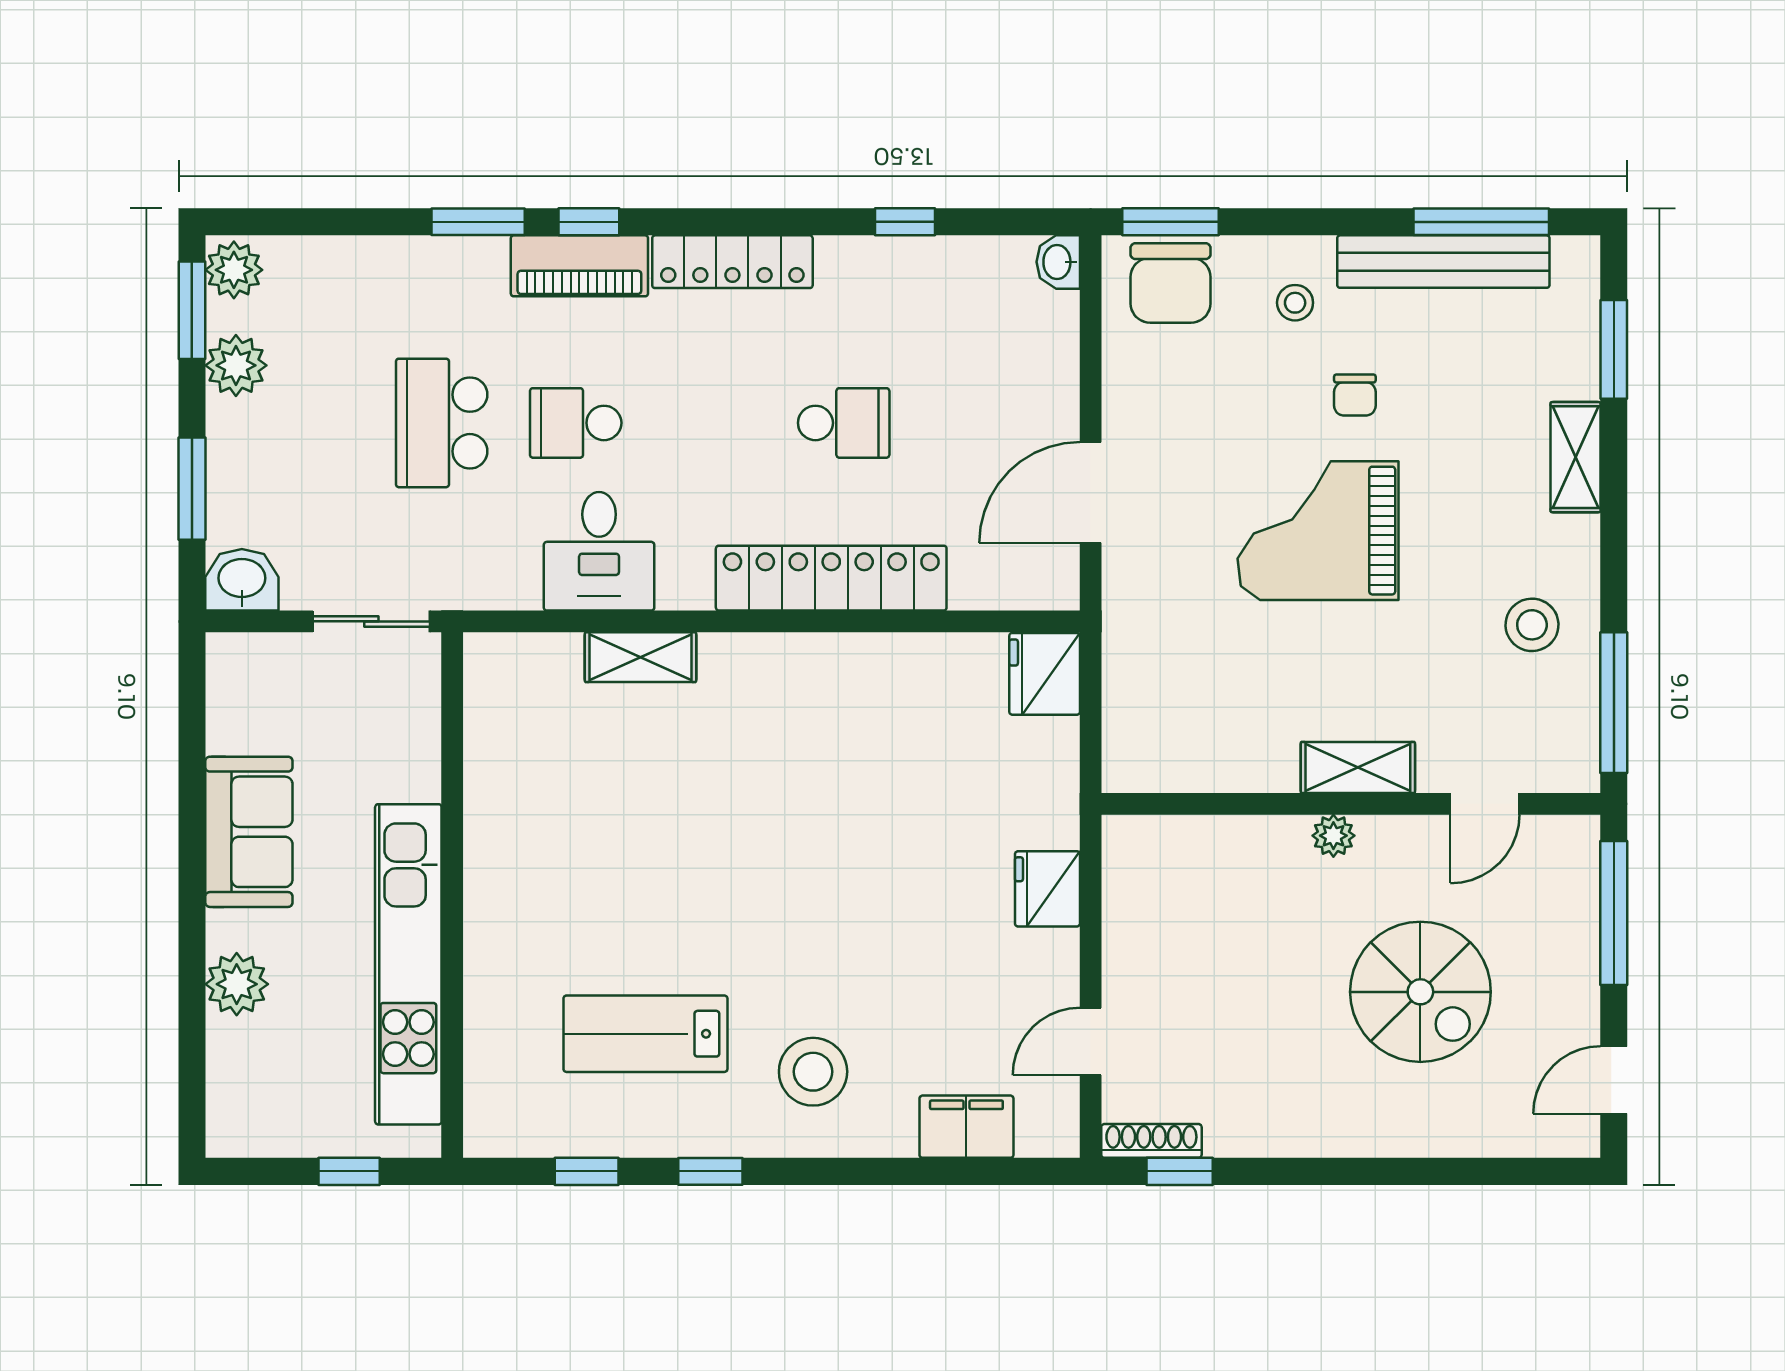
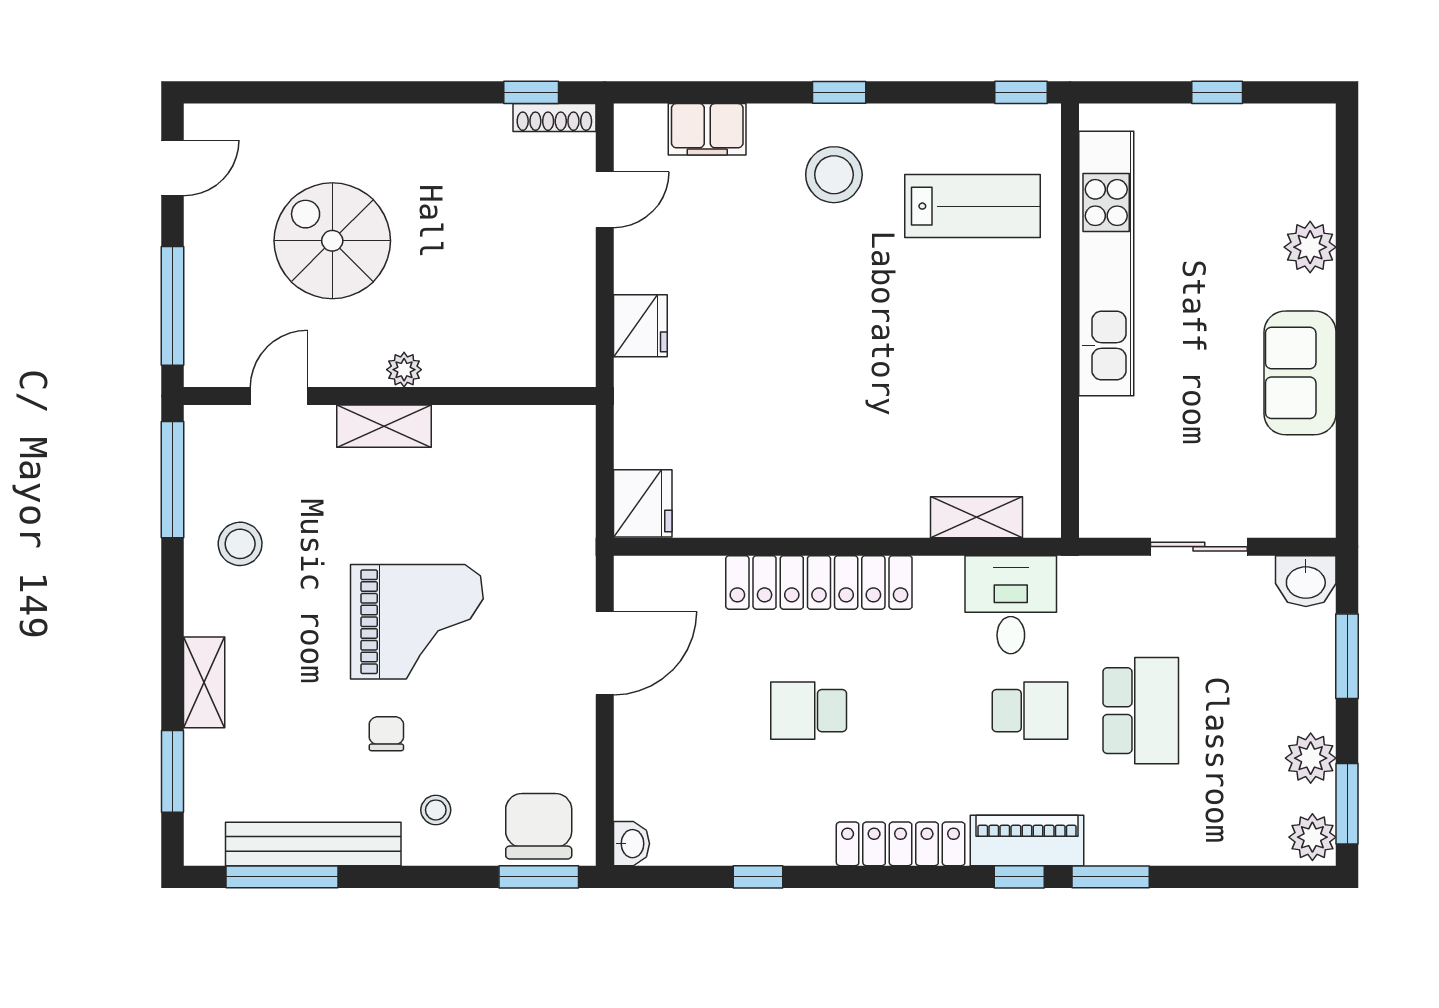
wall: (452, 895) -> (1070, 321), moved
kitchen unit: (408, 964) -> (1106, 263), moved
window: (710, 1171) -> (839, 92), moved

